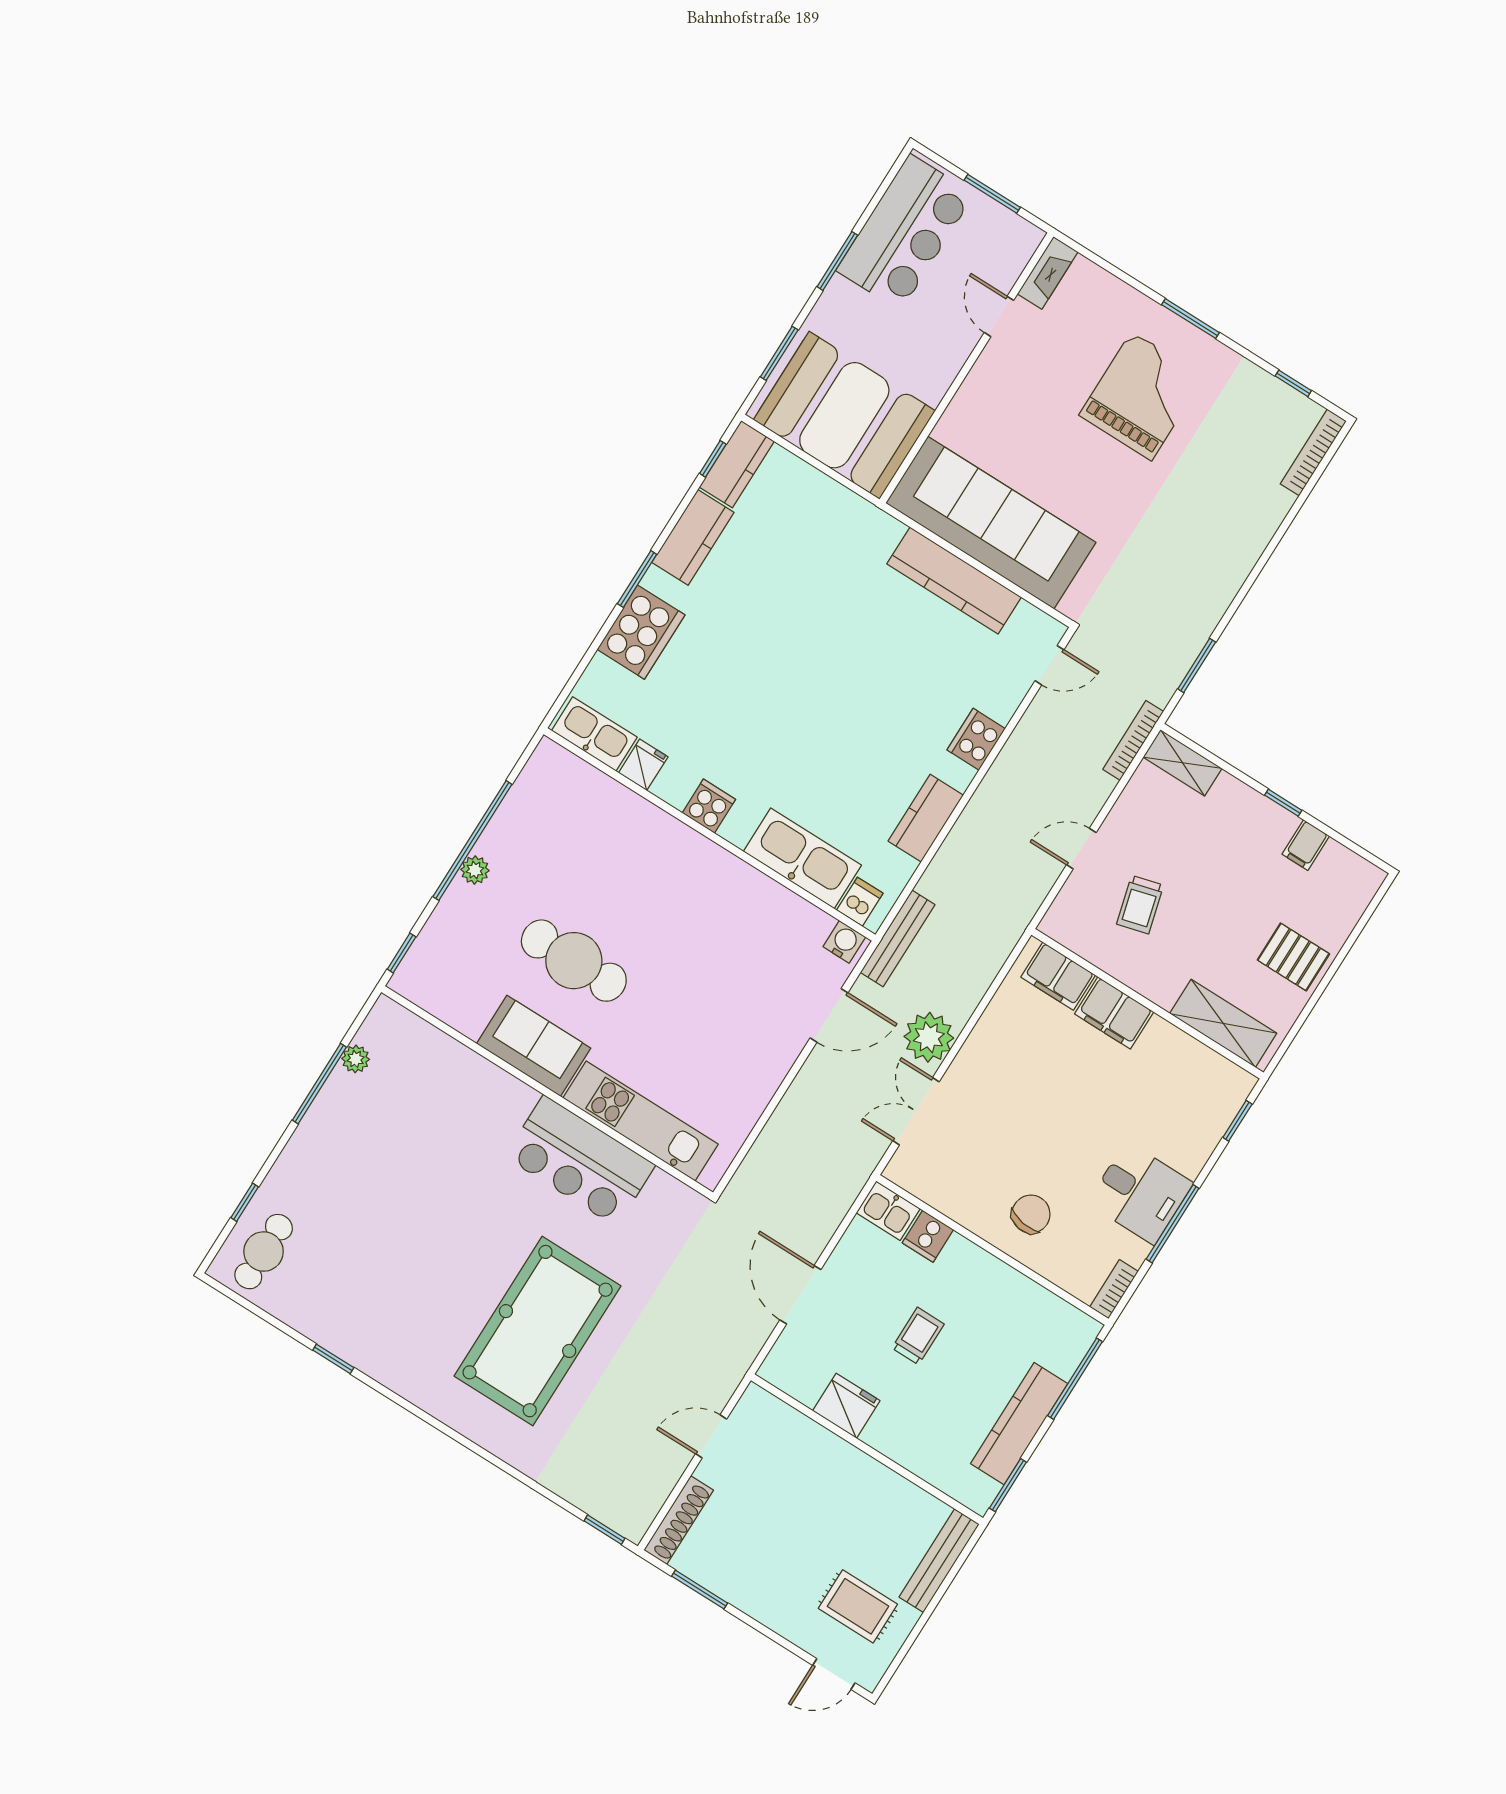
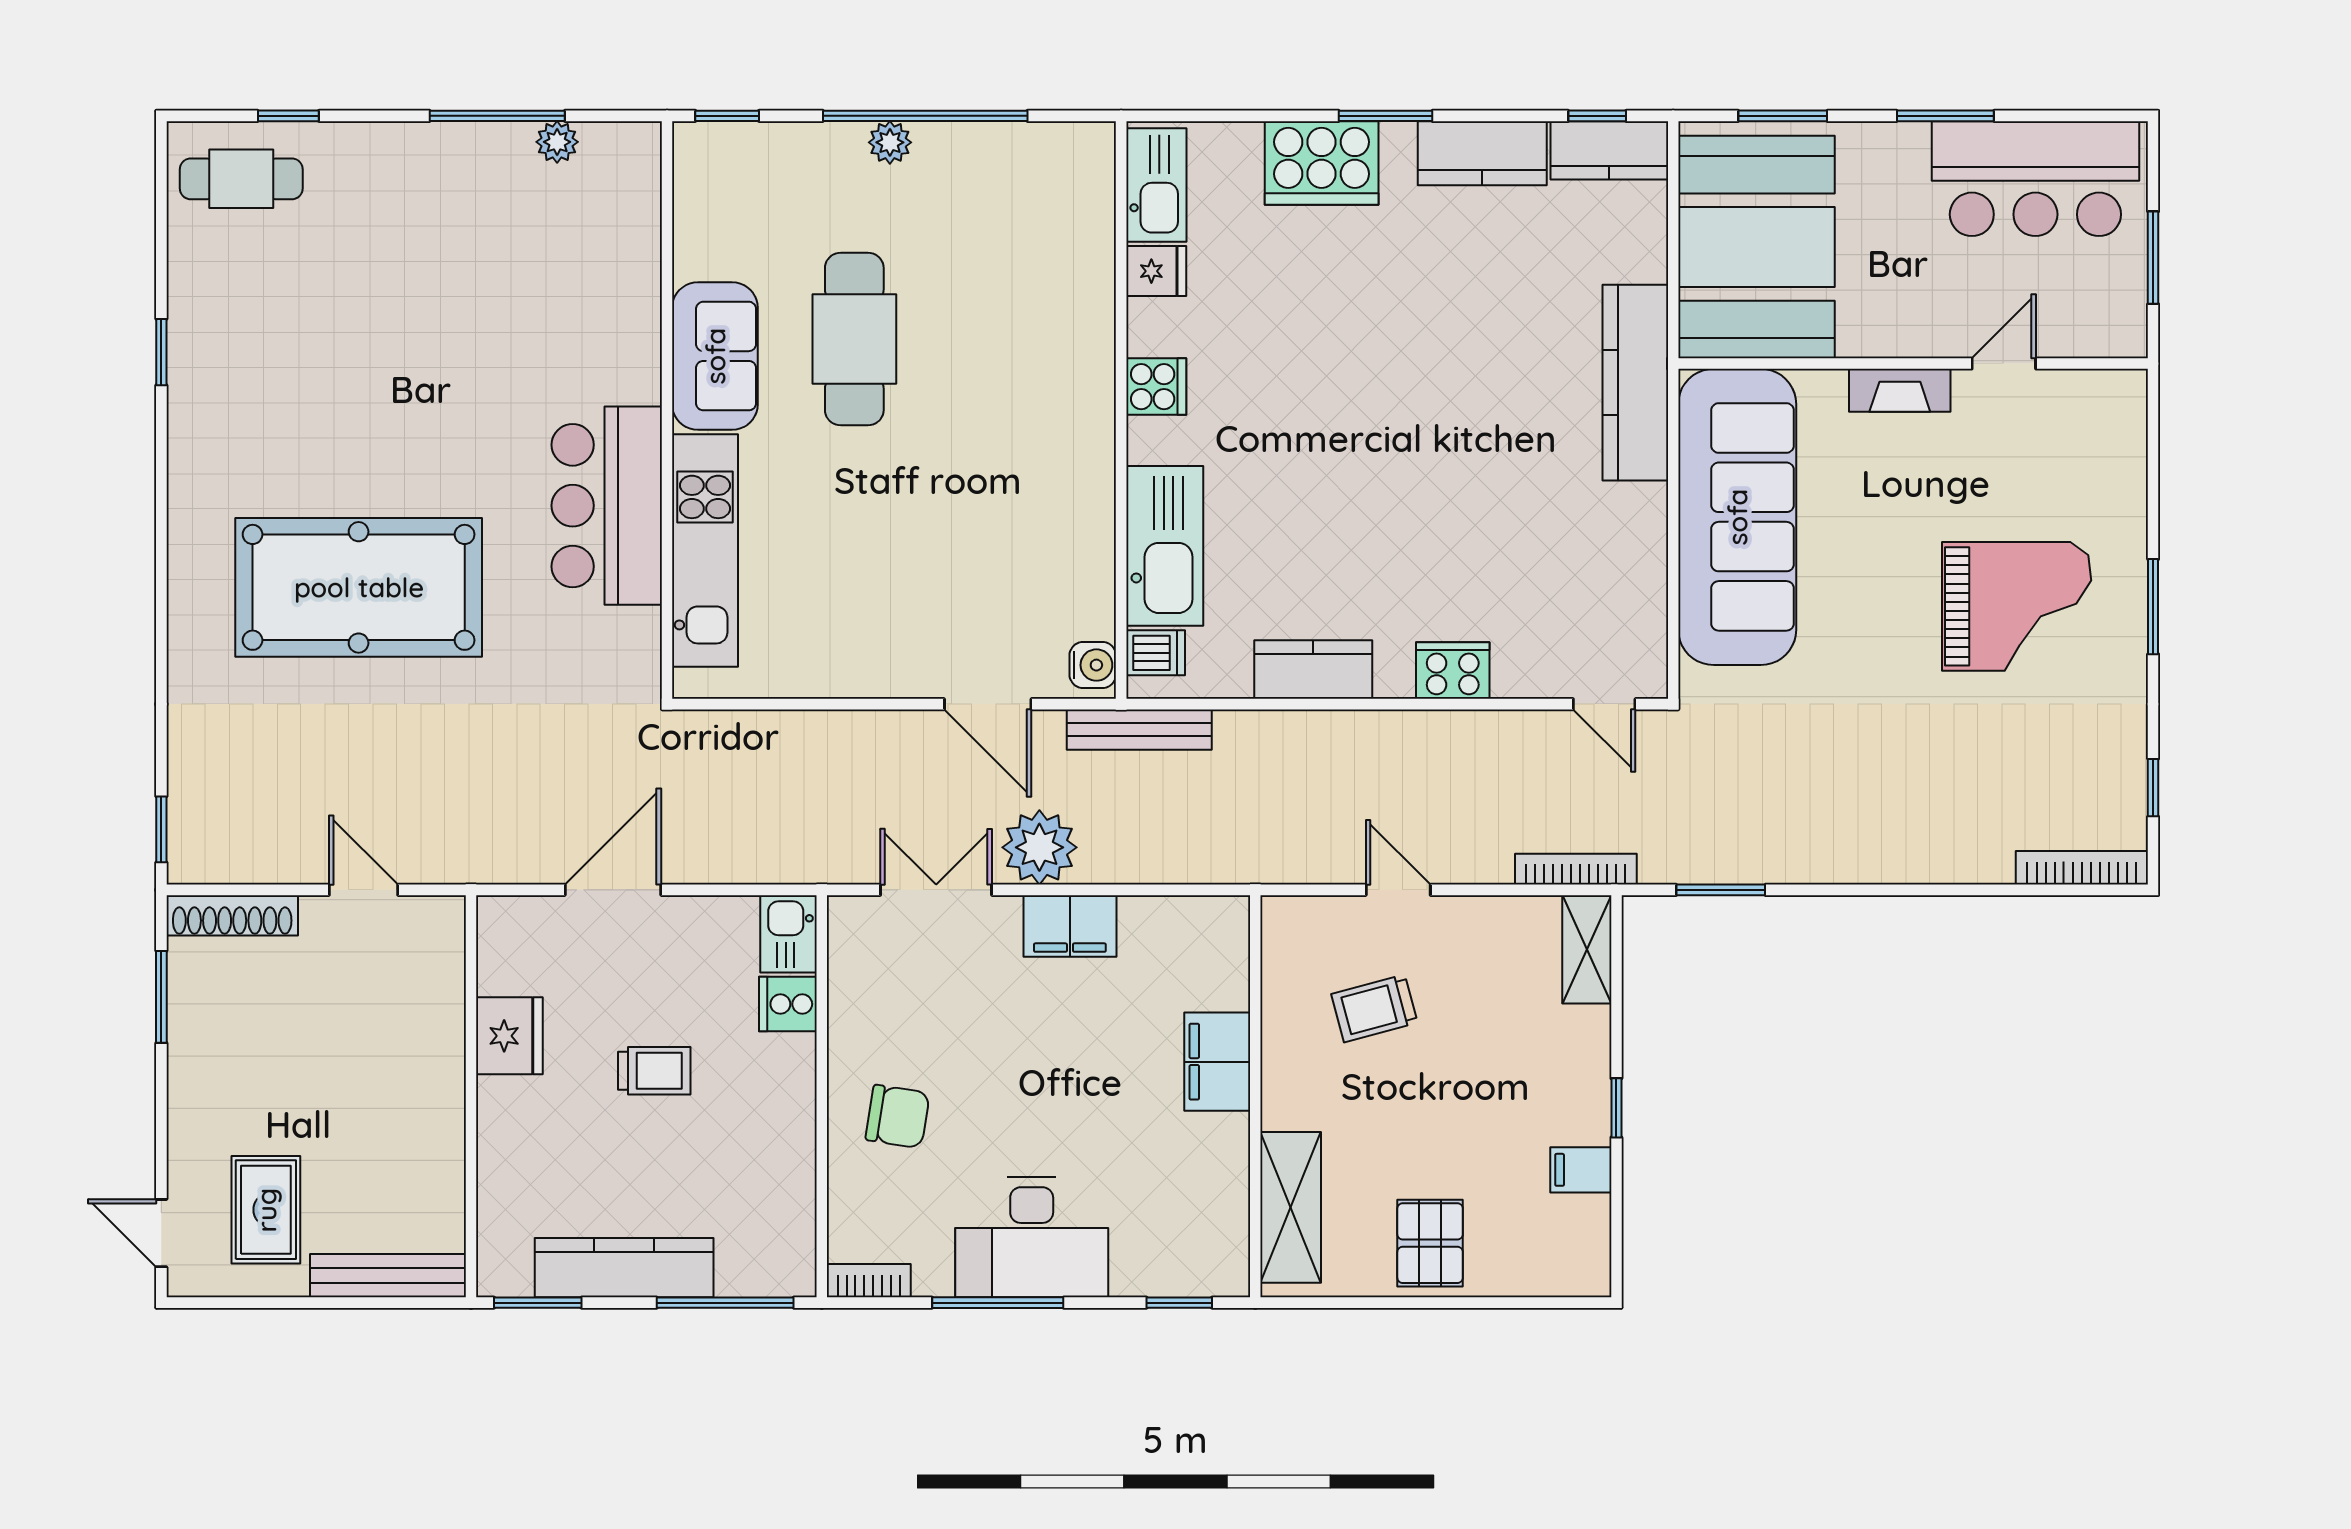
fireplace: (1048, 273) -> (1900, 390), moved
kitchen counter: (954, 580) -> (1635, 383), moved
filing cabinet: (1058, 976) -> (1070, 926), moved, turned -90
desk: (1140, 1193) -> (1032, 1237), width x1.37

